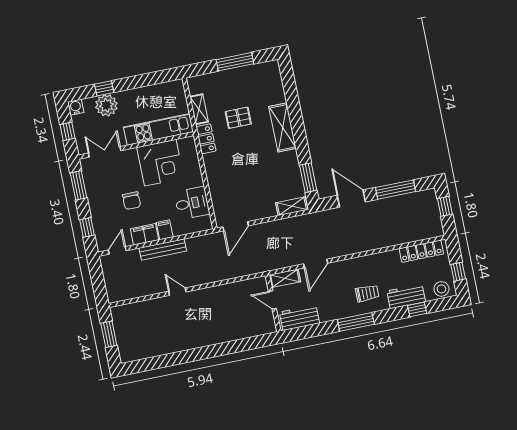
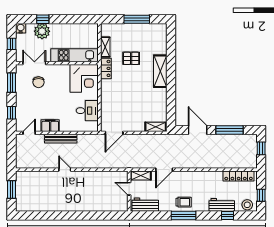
corner desk: (160, 163) -> (84, 78), moved
window: (308, 178) -> (171, 109), removed
chair: (132, 201) -> (39, 82), moved
filing cabinet: (165, 230) -> (65, 125), removed
trolley: (367, 293) -> (184, 202), moved

